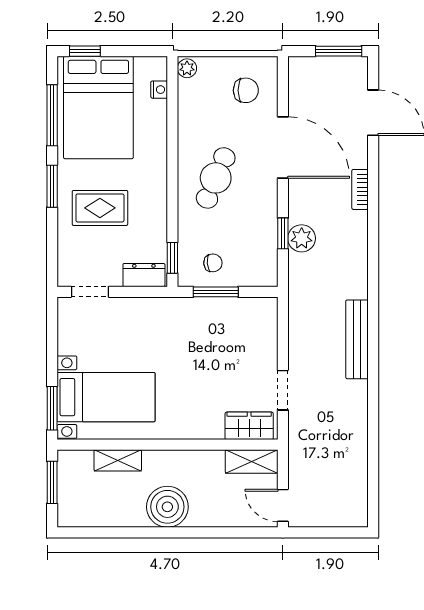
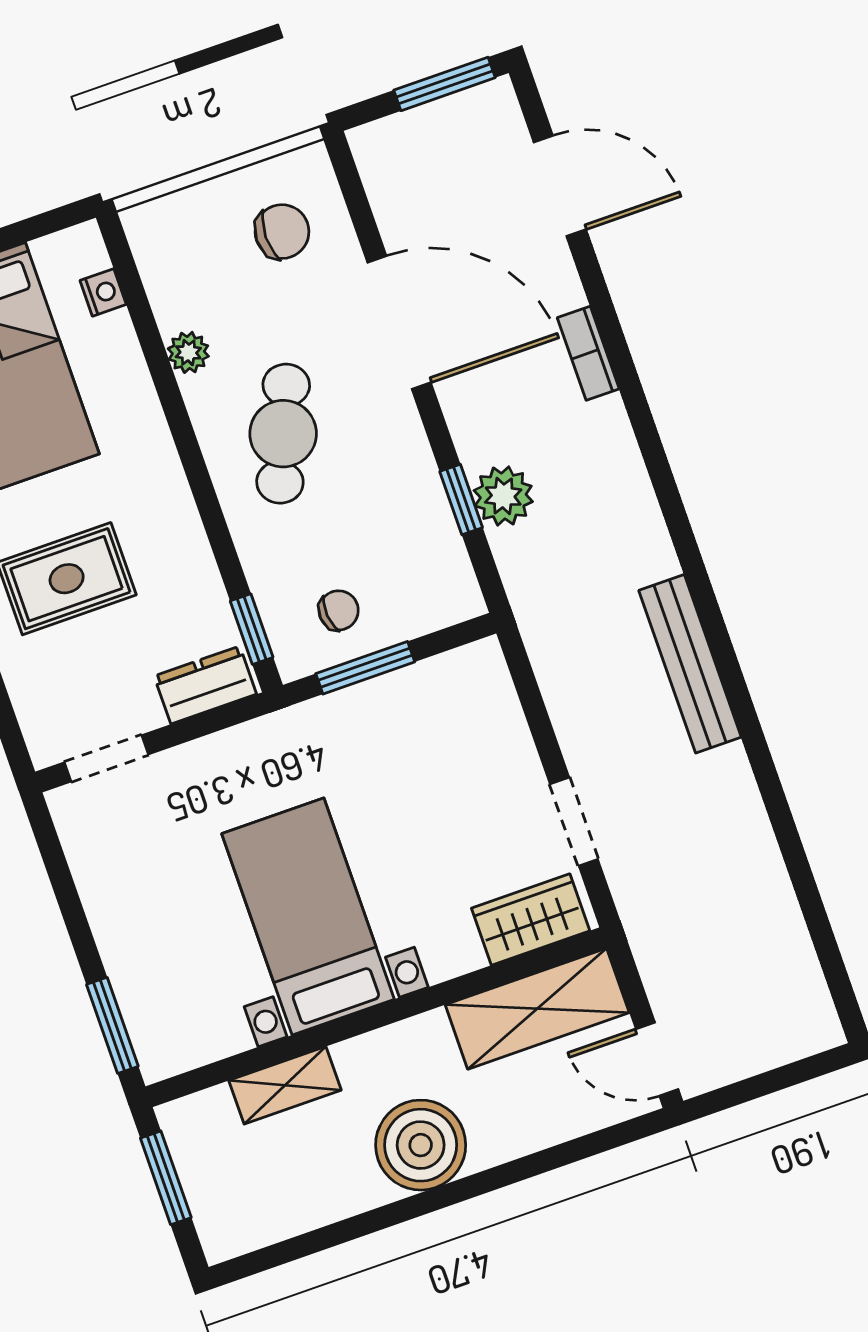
plant: (187, 68) -> (188, 352), moved
bed with nightstands: (106, 397) -> (308, 916), moved, turned -90
shelving: (252, 462) -> (537, 1009), width x1.50, depth x1.33

